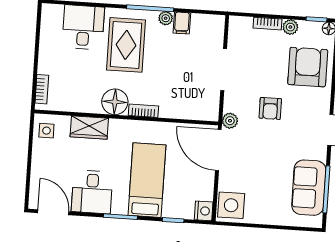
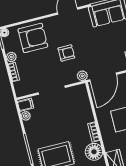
plant: (166, 18) -> (26, 116), moved
filing cabinet: (182, 23) -> (26, 105), moved
armchair: (308, 67) -> (33, 38), turned 180

